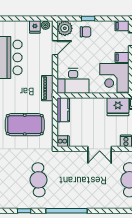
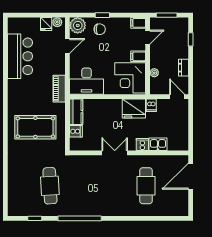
cooker: (63, 141) -> (76, 131), moved
double door: (100, 149) -> (115, 153), swing flipped

